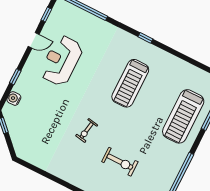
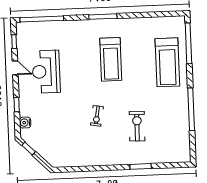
window: (145, 38) -> (103, 17), width x2.17
door: (34, 40) -> (15, 68), hinge flipped
exercise bike: (120, 162) -> (137, 126), turned -89

